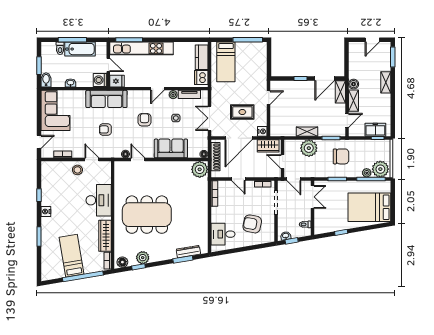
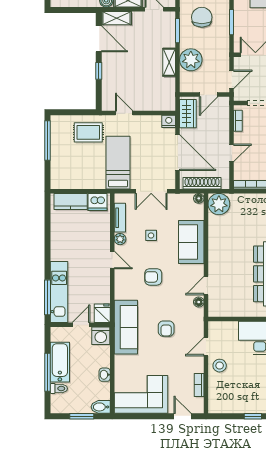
kitchen unit: (141, 48) -> (59, 292), width x0.73
bed: (226, 62) -> (118, 163), moved, turned -90
rug: (242, 112) -> (88, 132), moved, turned 90

